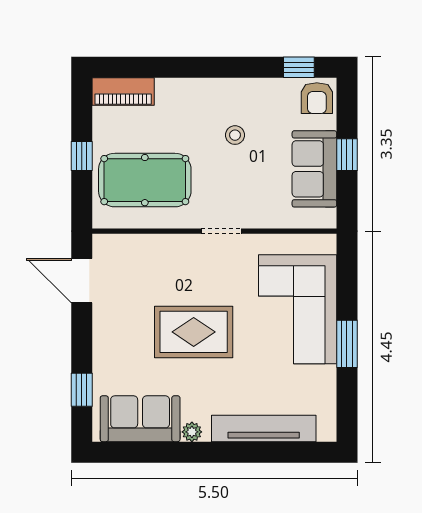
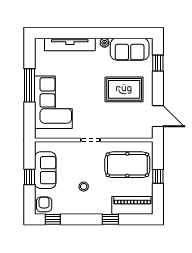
window: (180, 67) -> (110, 219), added
piano: (123, 92) -> (132, 205), width x1.37, depth x1.33
rug: (194, 332) -> (124, 89), moved
window: (347, 344) -> (29, 85), width x1.44

